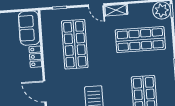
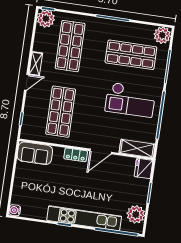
shop shelf: (75, 44) -> (61, 112), turned 90
locker: (35, 57) -> (76, 155), moved

